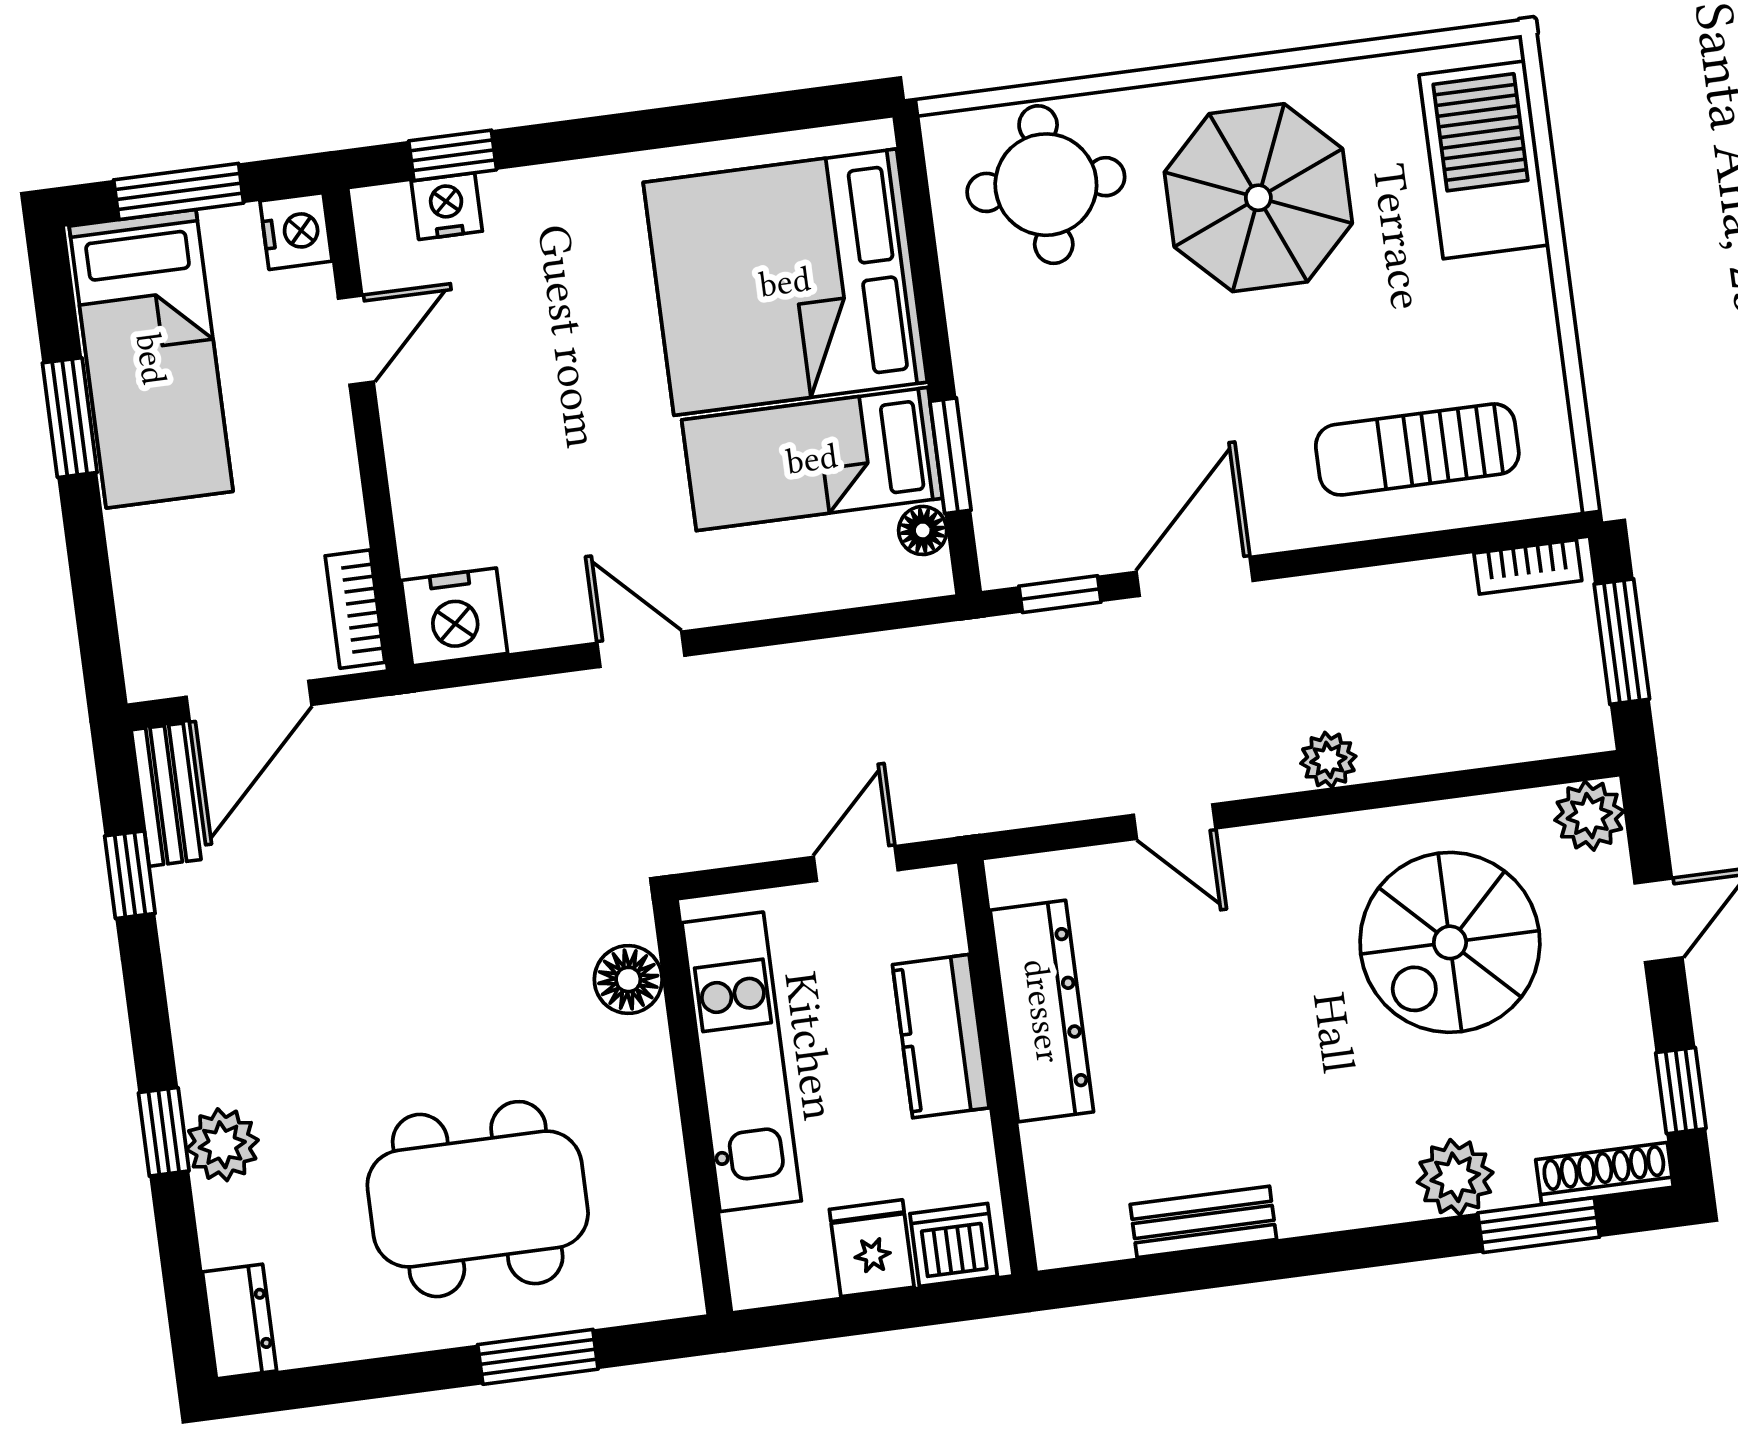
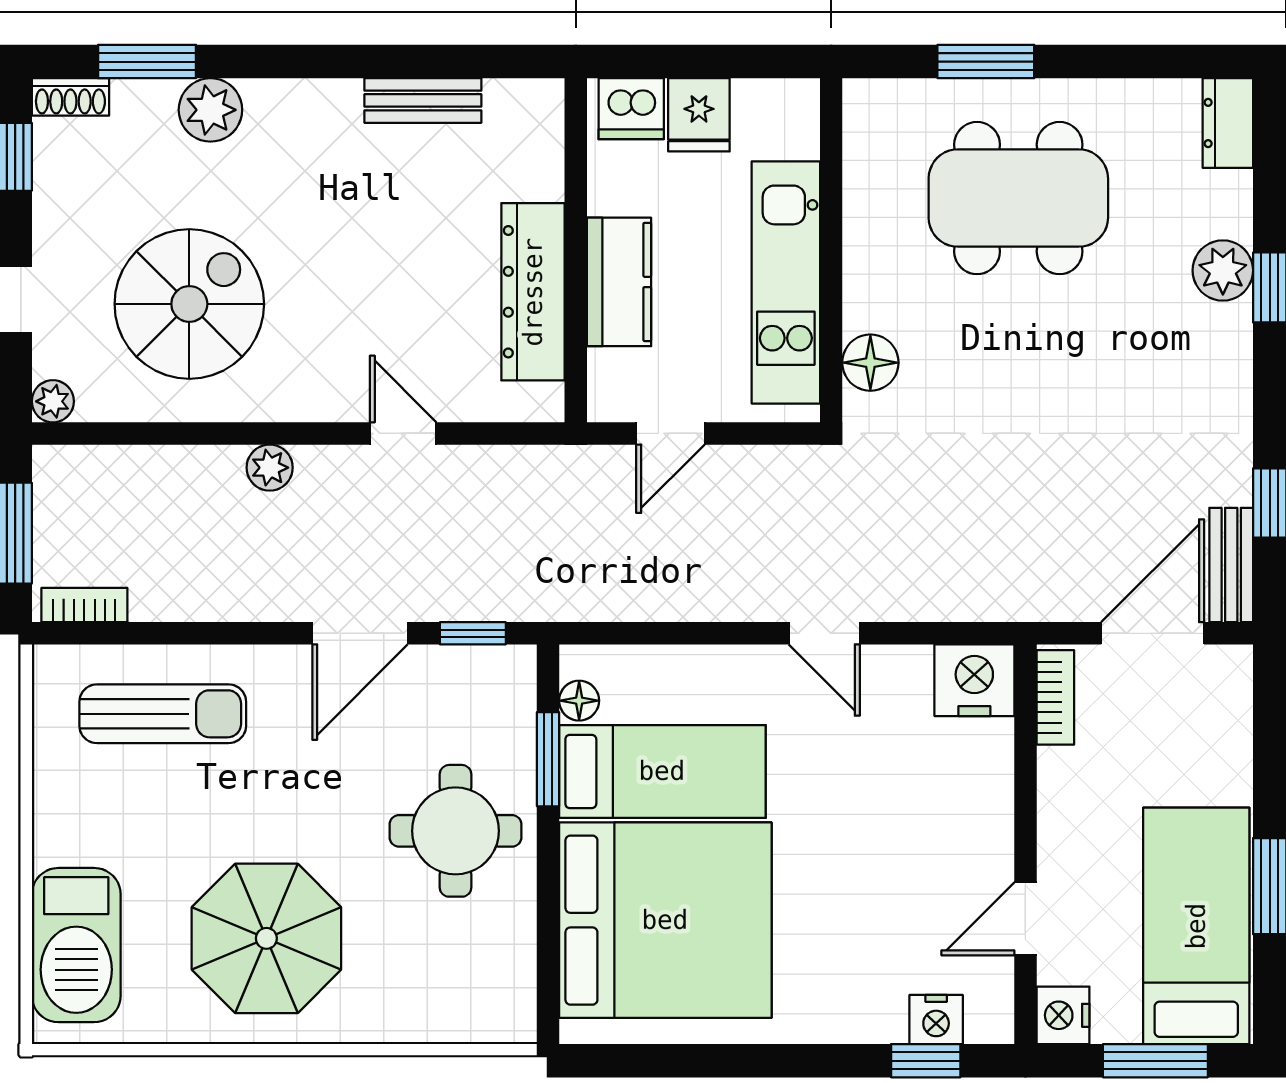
round table: (1046, 185) -> (456, 831), moved
plant: (1589, 816) -> (53, 401), width x0.73, depth x0.73
shoe rack: (1605, 1173) -> (70, 97), width x0.70

